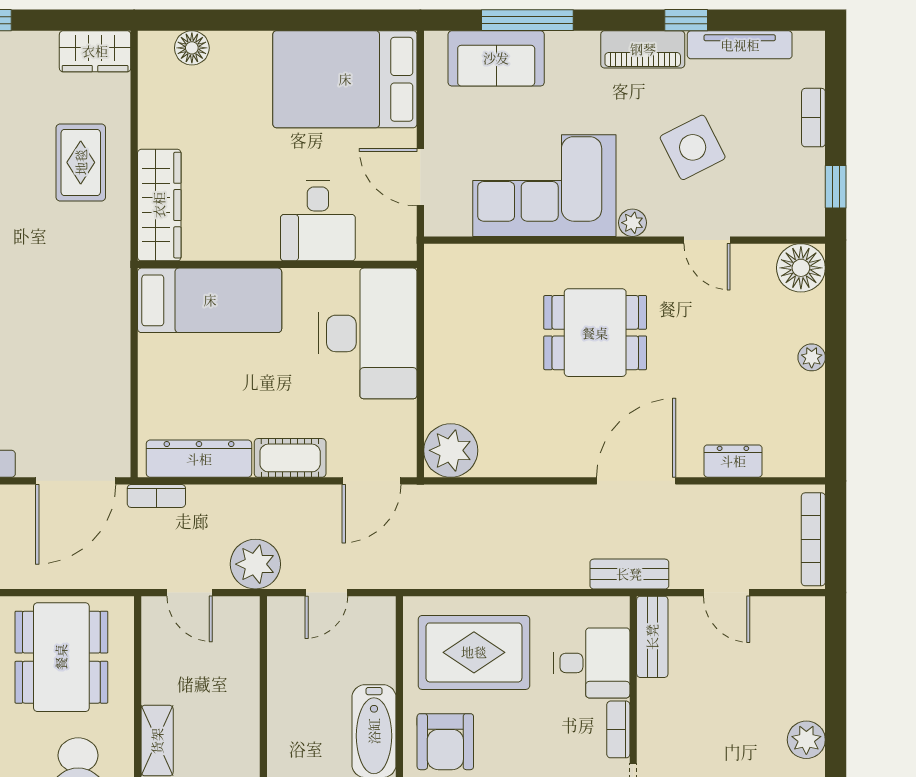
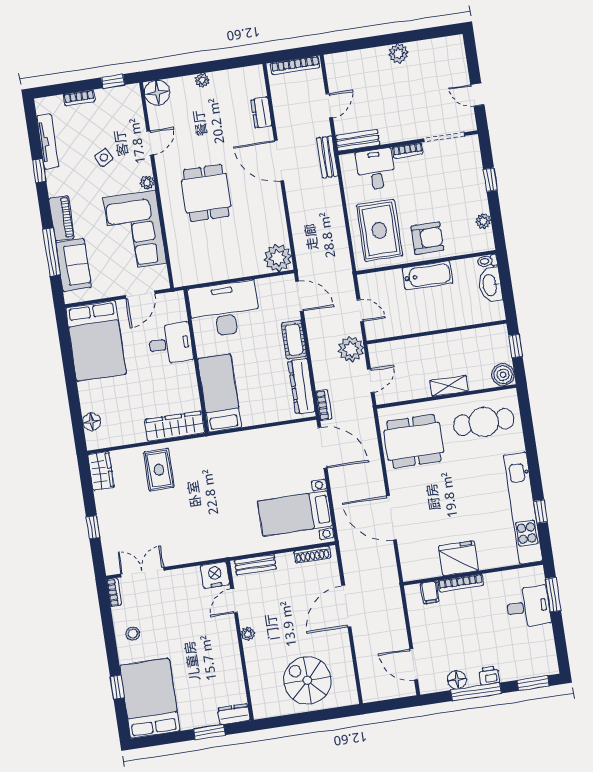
piano: (643, 49) -> (62, 218), moved
side table: (693, 147) -> (104, 158), width x0.54, depth x0.54
rug: (81, 162) -> (159, 470), turned 90

